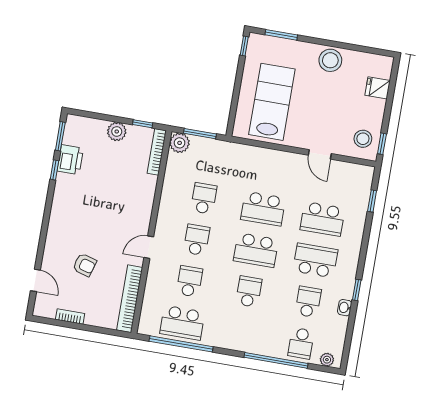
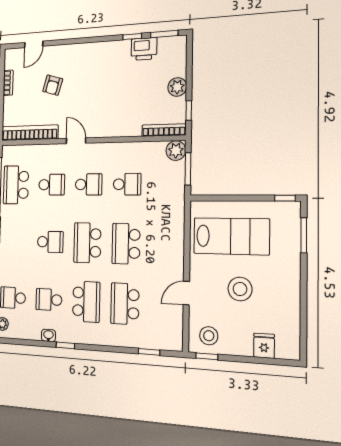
stool: (330, 60) -> (240, 289), moved
school desk: (308, 302) -> (49, 300), turned 180

